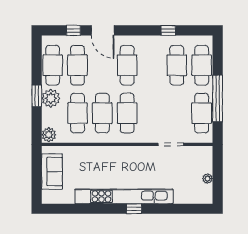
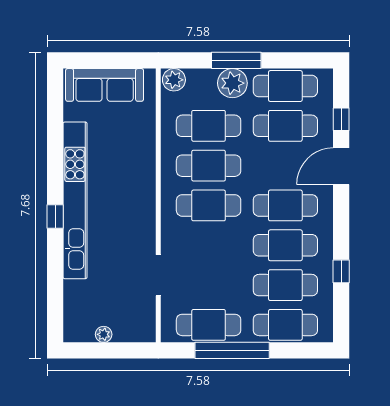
cafe table: (152, 65) -> (285, 245), added
window: (37, 96) -> (236, 60), width x1.44
sofa: (52, 172) -> (105, 85), width x1.36

